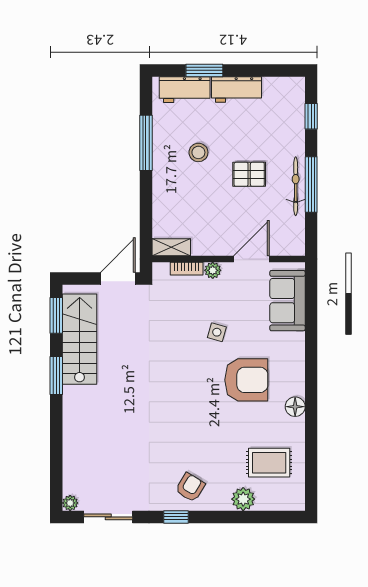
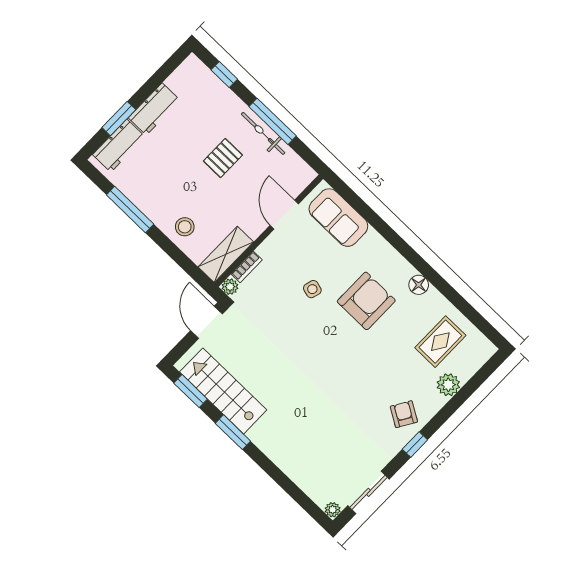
stool: (198, 152) -> (185, 227), moved
shelving: (171, 247) -> (226, 254), width x1.50, depth x1.33
plant: (213, 270) -> (230, 287), moved

